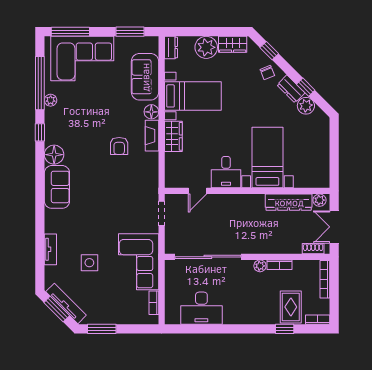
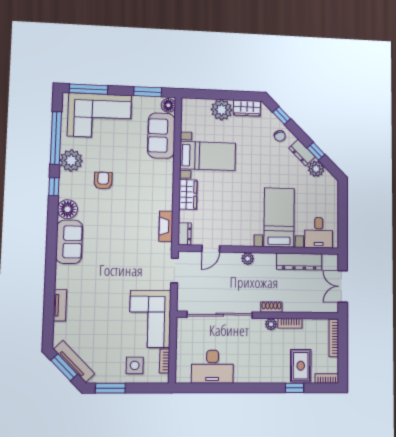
dresser: (171, 48) -> (185, 234), moved
plant: (51, 100) -> (71, 161), width x1.88, depth x1.88
floor lamp: (151, 112) -> (168, 105), moved
fireplace: (152, 136) -> (166, 226), moved
armchair: (119, 146) -> (103, 181), moved, turned 180
desk: (226, 172) -> (319, 233), moved
plant: (320, 200) -> (248, 259), moved
shoe rack: (313, 249) -> (271, 307), moved
side table: (89, 263) -> (135, 365), moved

